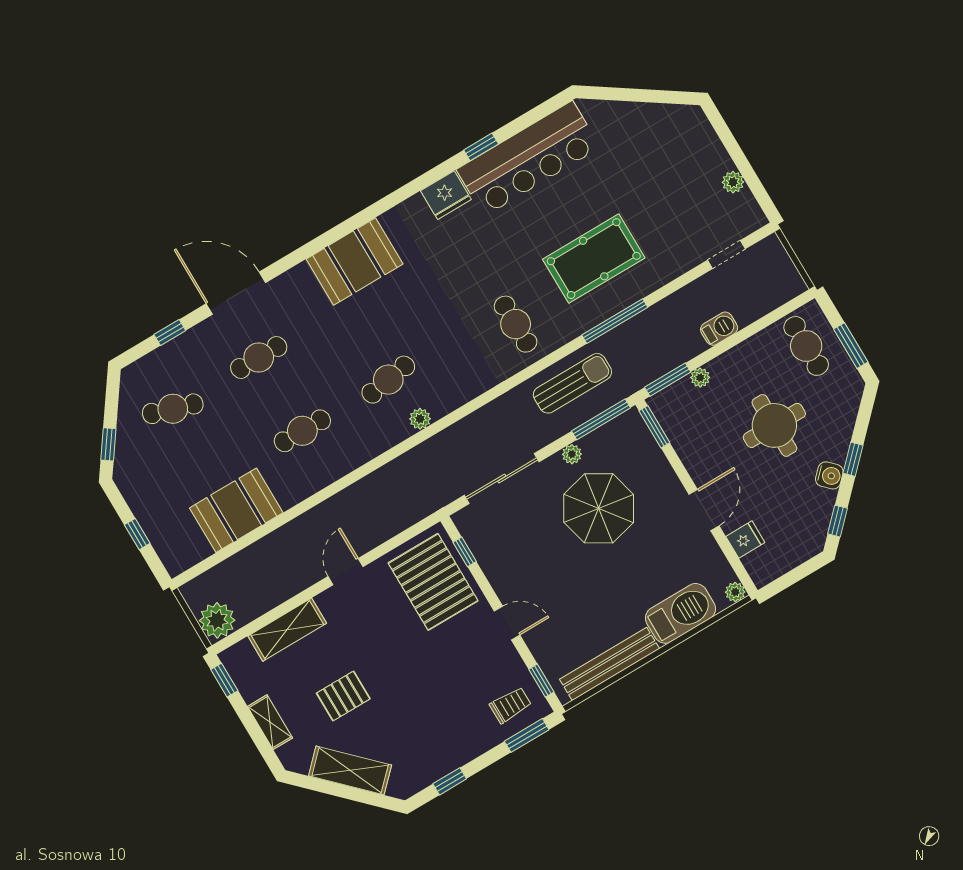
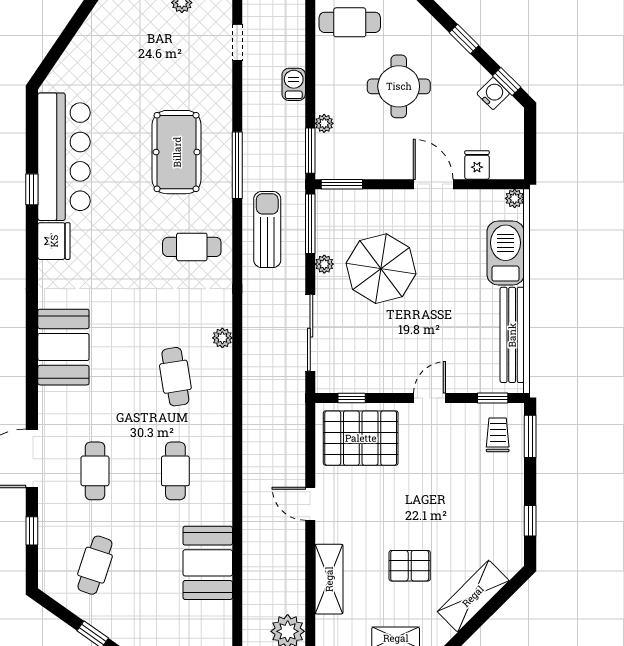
plant: (420, 419) -> (222, 338), moved
water cooler: (829, 475) -> (493, 94), moved
pallet: (343, 696) -> (410, 566), turned 90

